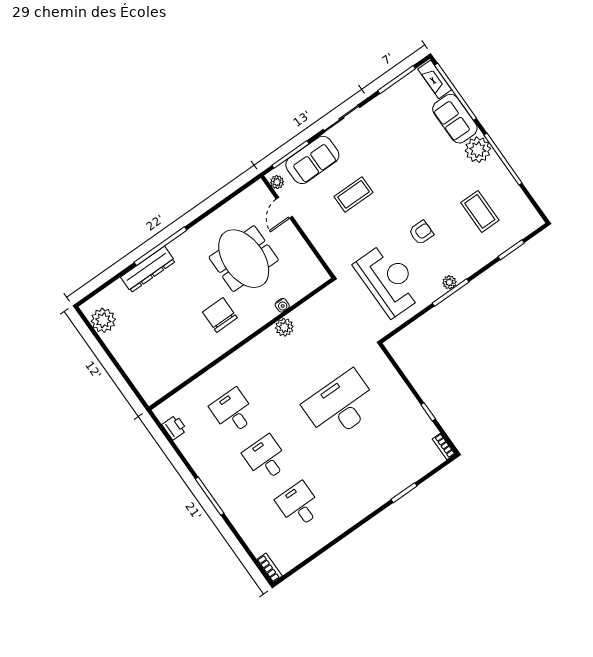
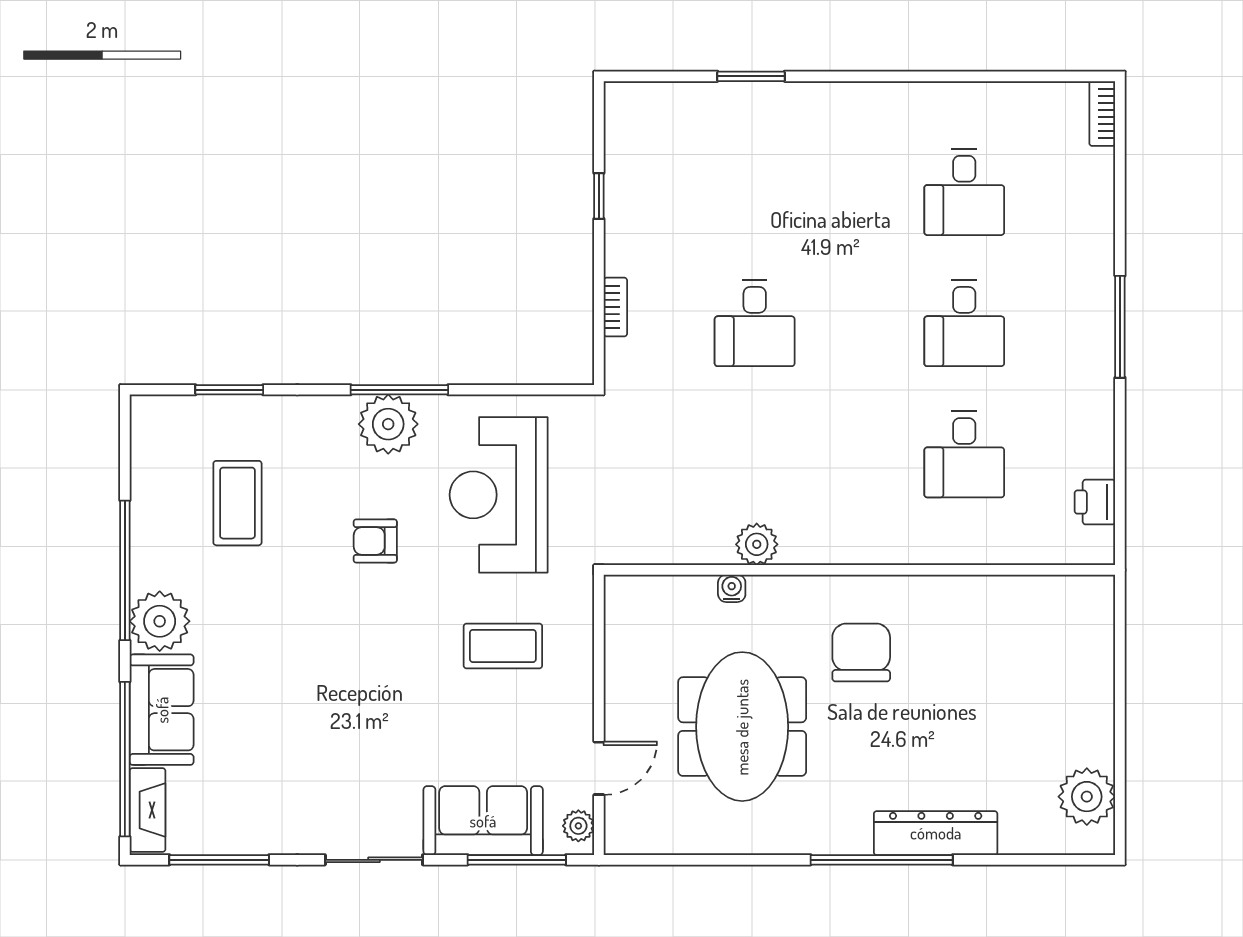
coffee table: (354, 194) -> (503, 646), moved
plant: (449, 282) -> (388, 424), width x1.88, depth x1.88
chair: (220, 315) -> (861, 652), turned 180
desk: (341, 406) -> (755, 323), width x0.53, depth x0.77
bookcase: (444, 446) -> (615, 307), moved

